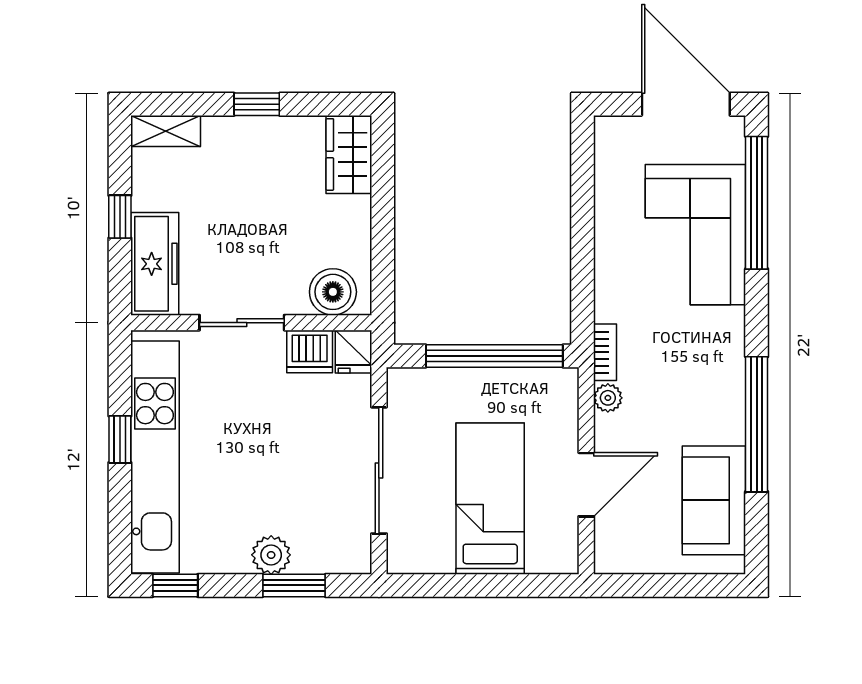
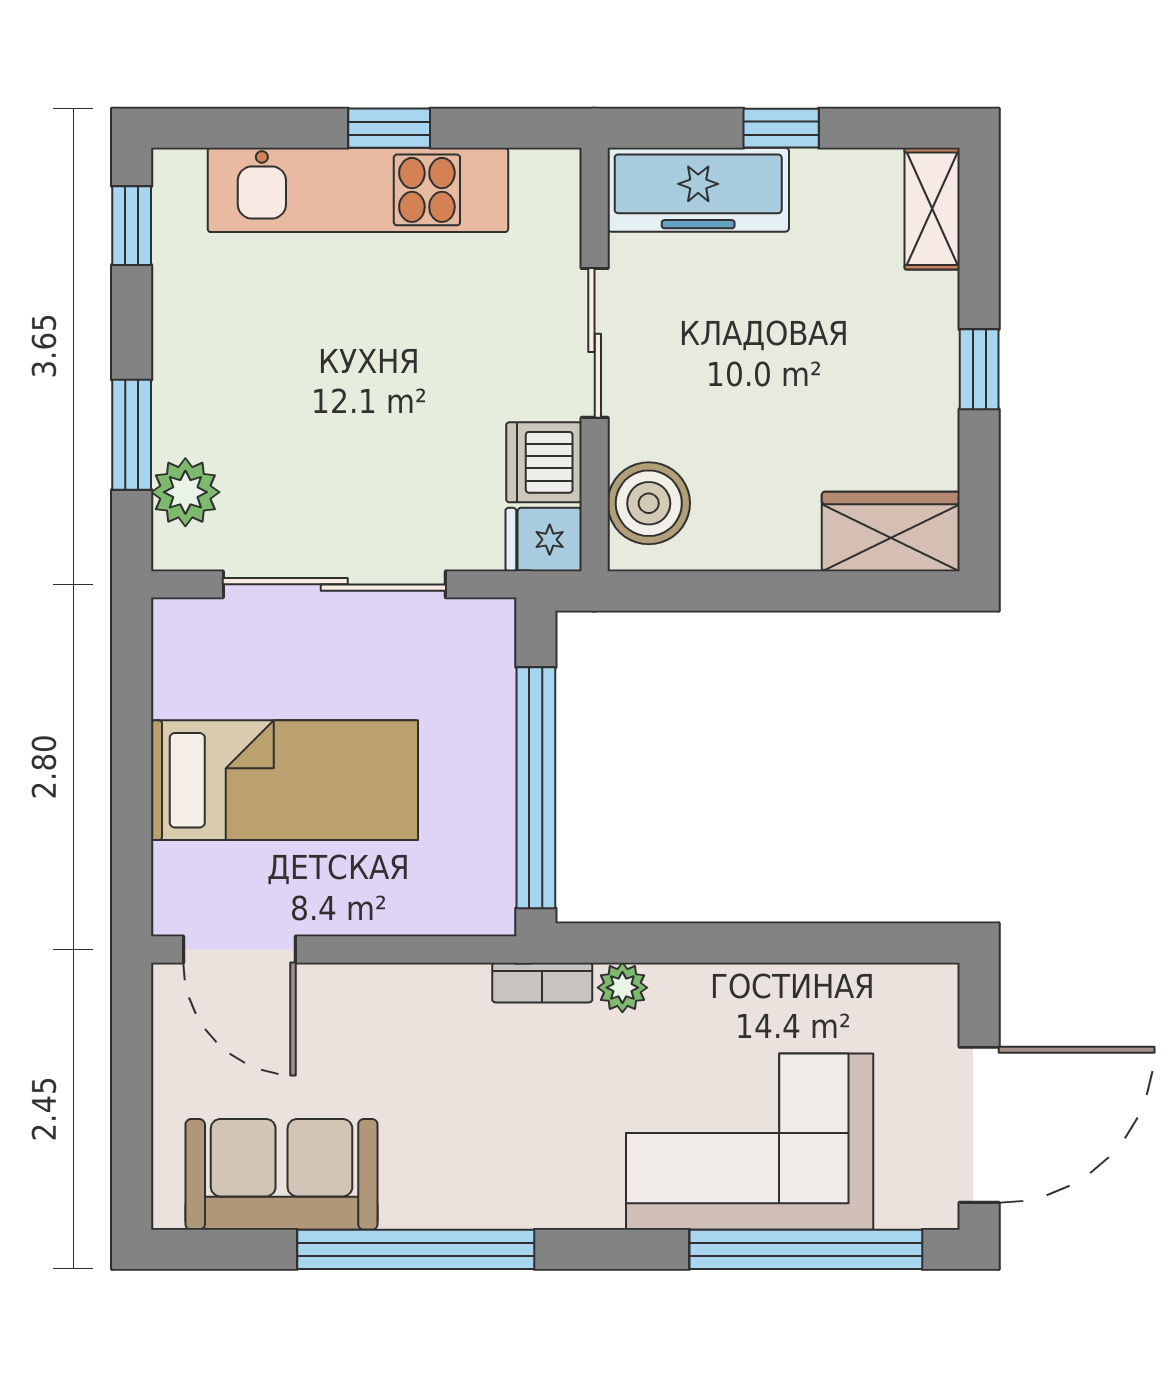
plant: (608, 398) -> (622, 988), moved
kitchen unit: (155, 457) -> (358, 190), width x0.73
door: (586, 485) -> (240, 950), moved
plant: (271, 555) -> (185, 492), moved

